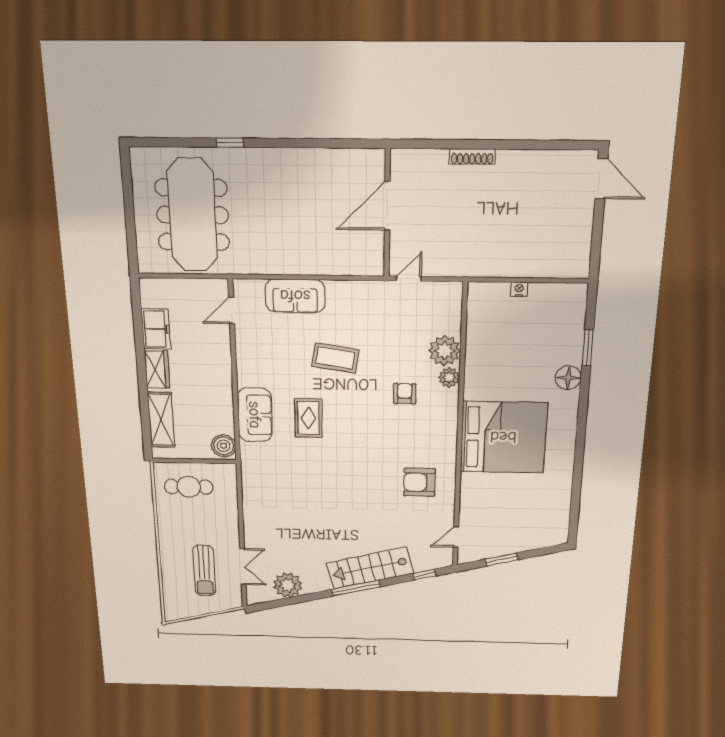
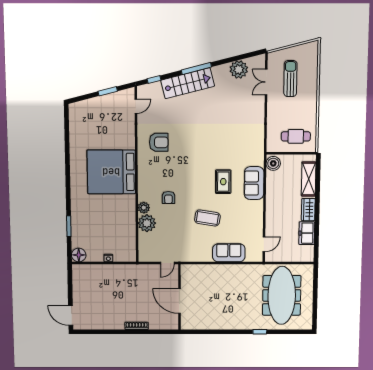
door: (387, 206) -> (179, 301), swing flipped
floor lamp: (568, 378) -> (79, 255), moved

